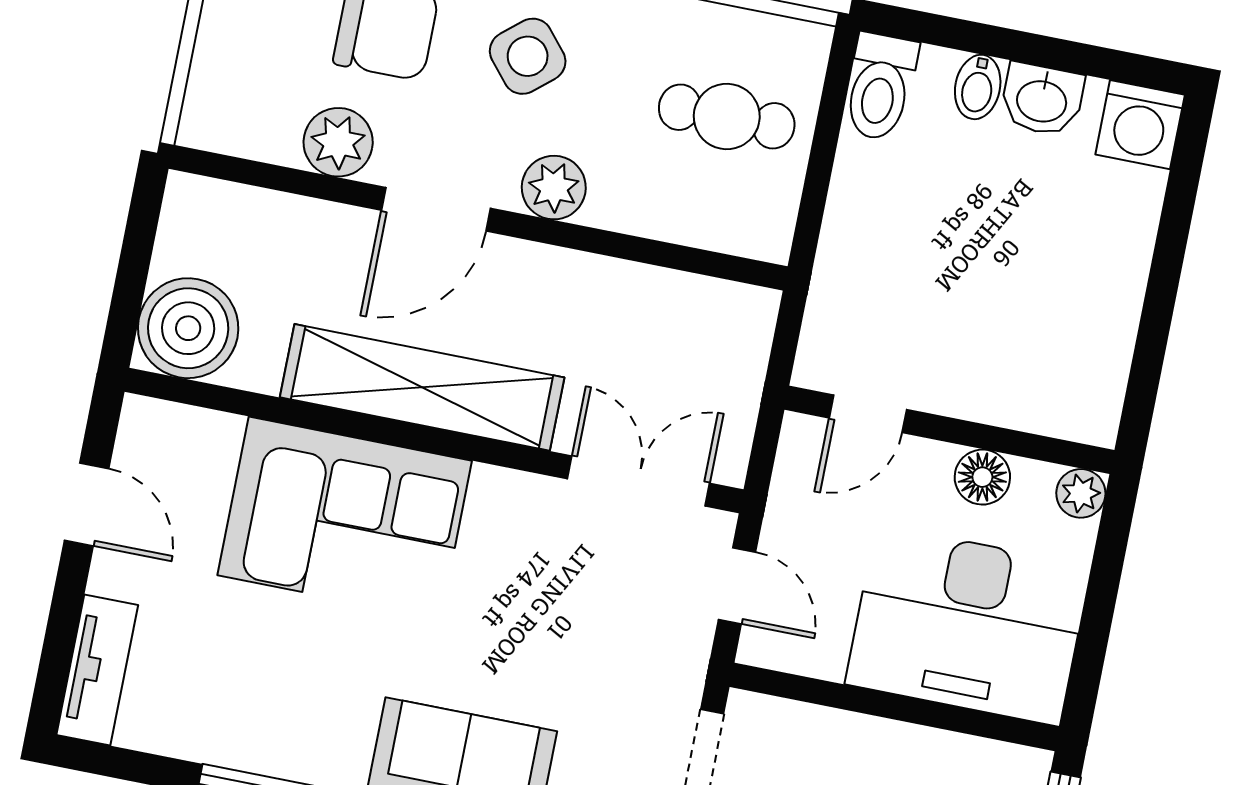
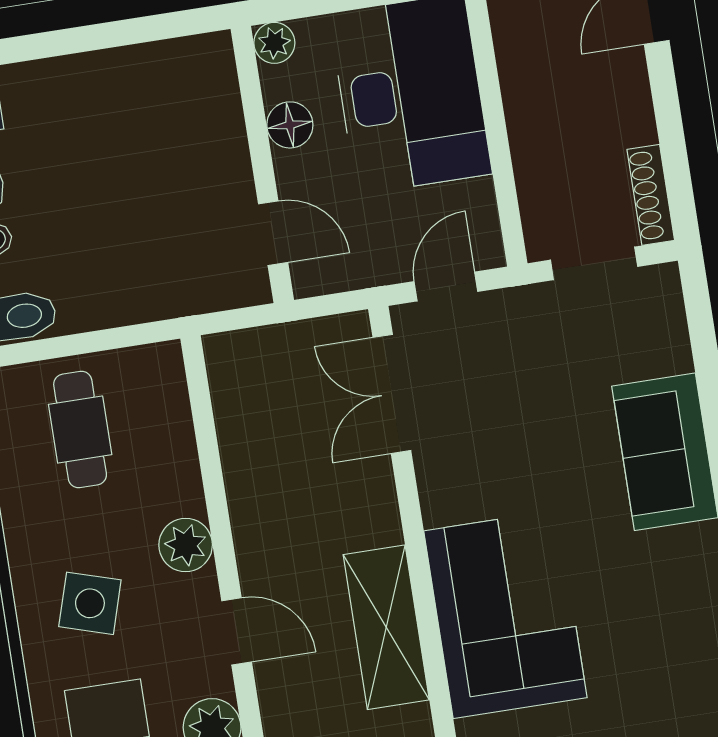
side table: (528, 56) -> (90, 603), turned -33
door: (436, 209) -> (237, 631), width x0.73
shelving: (422, 387) -> (386, 627), width x0.68

